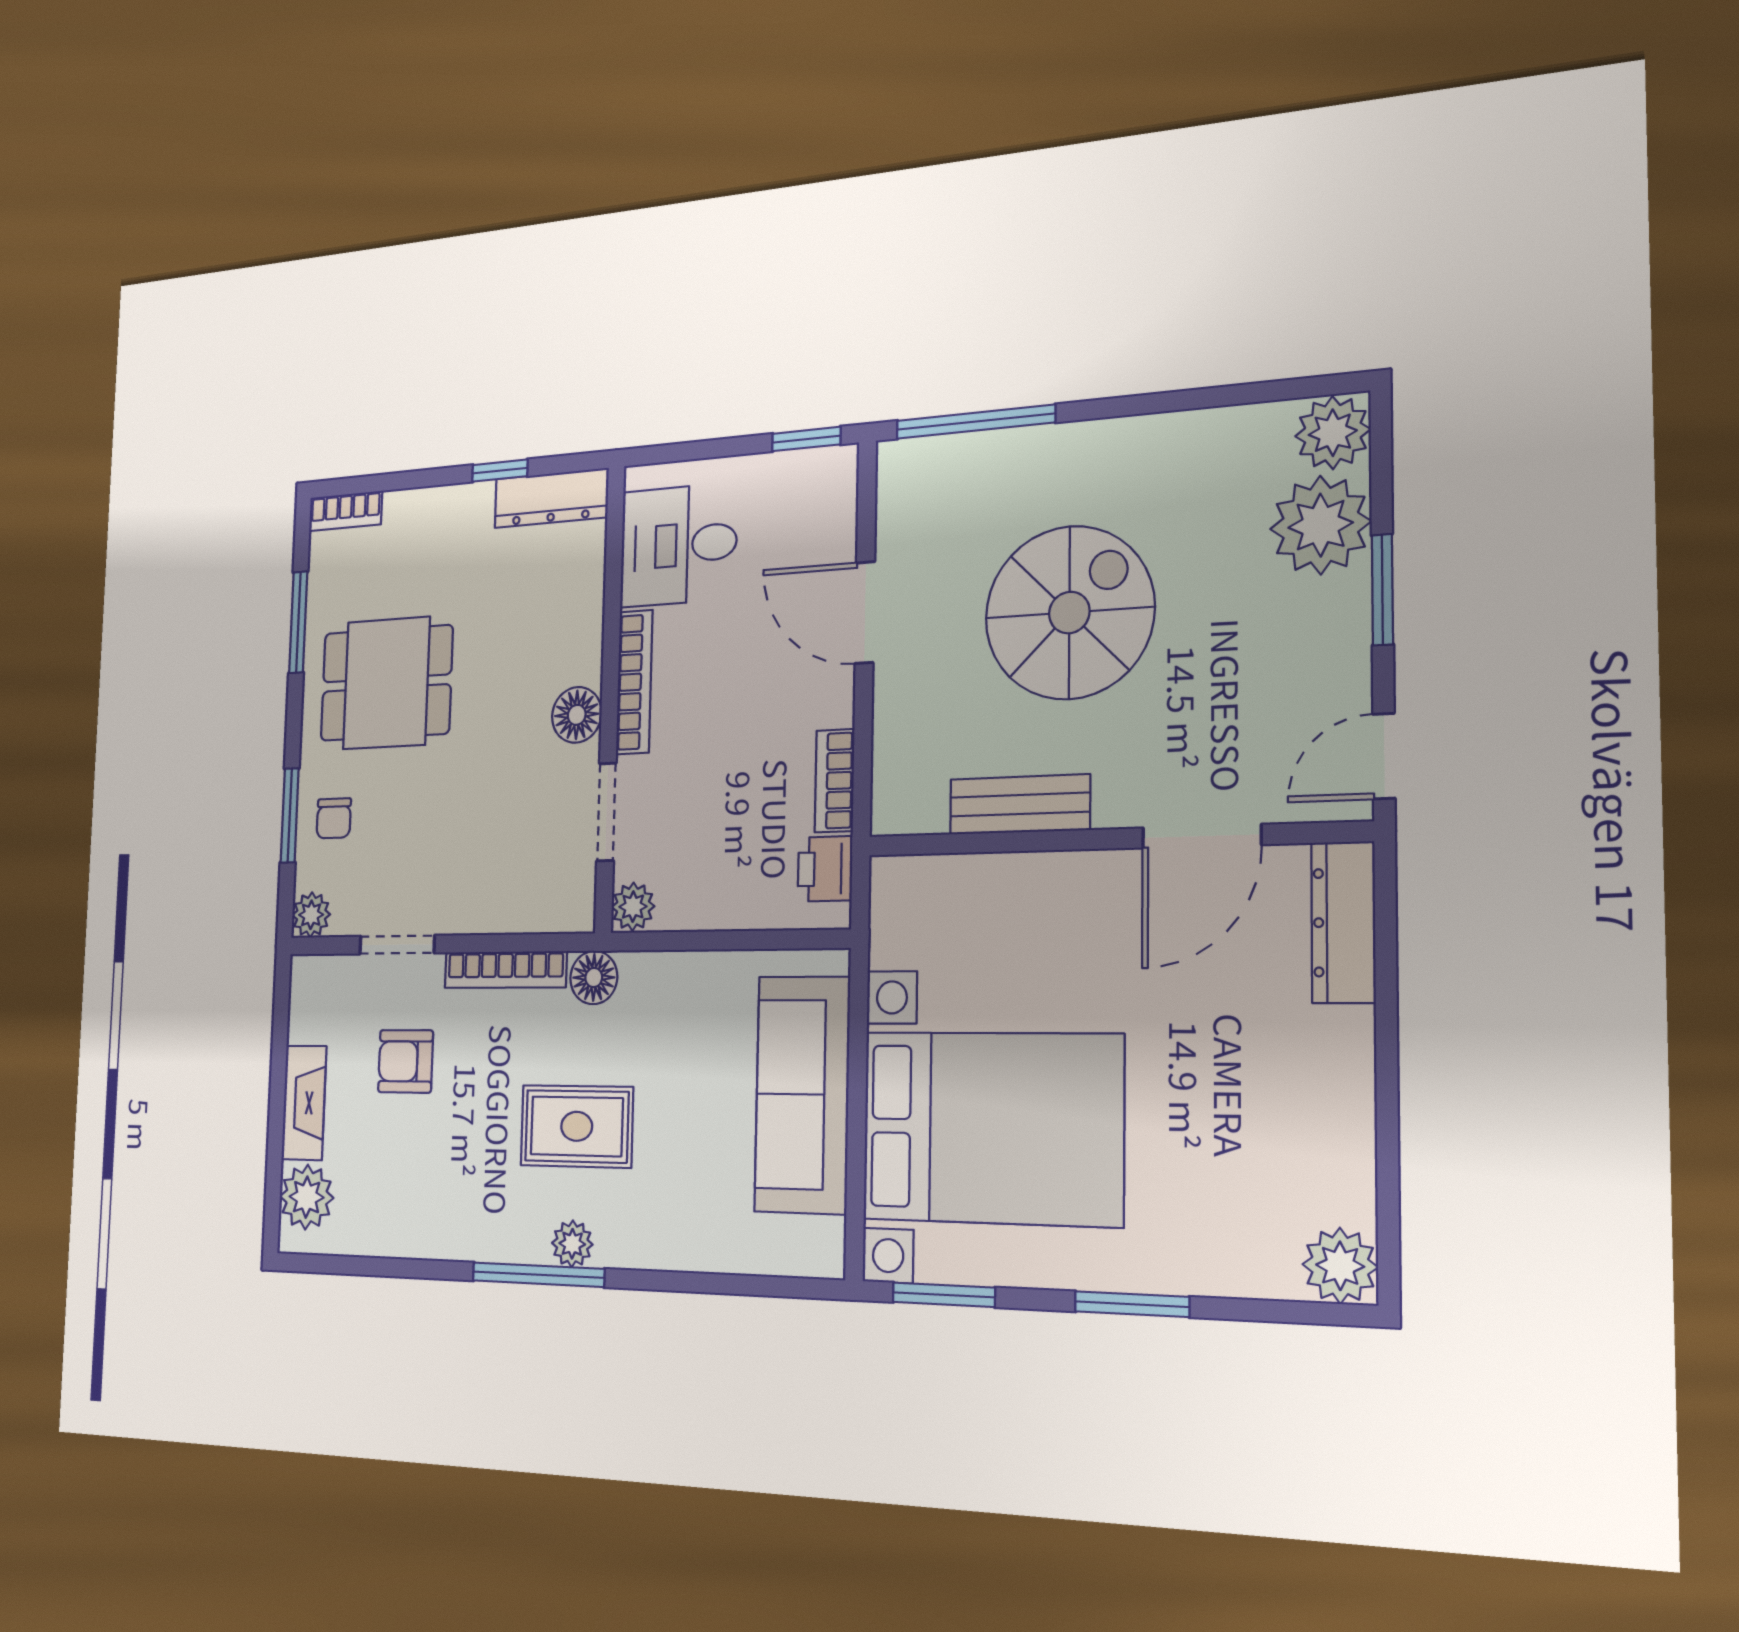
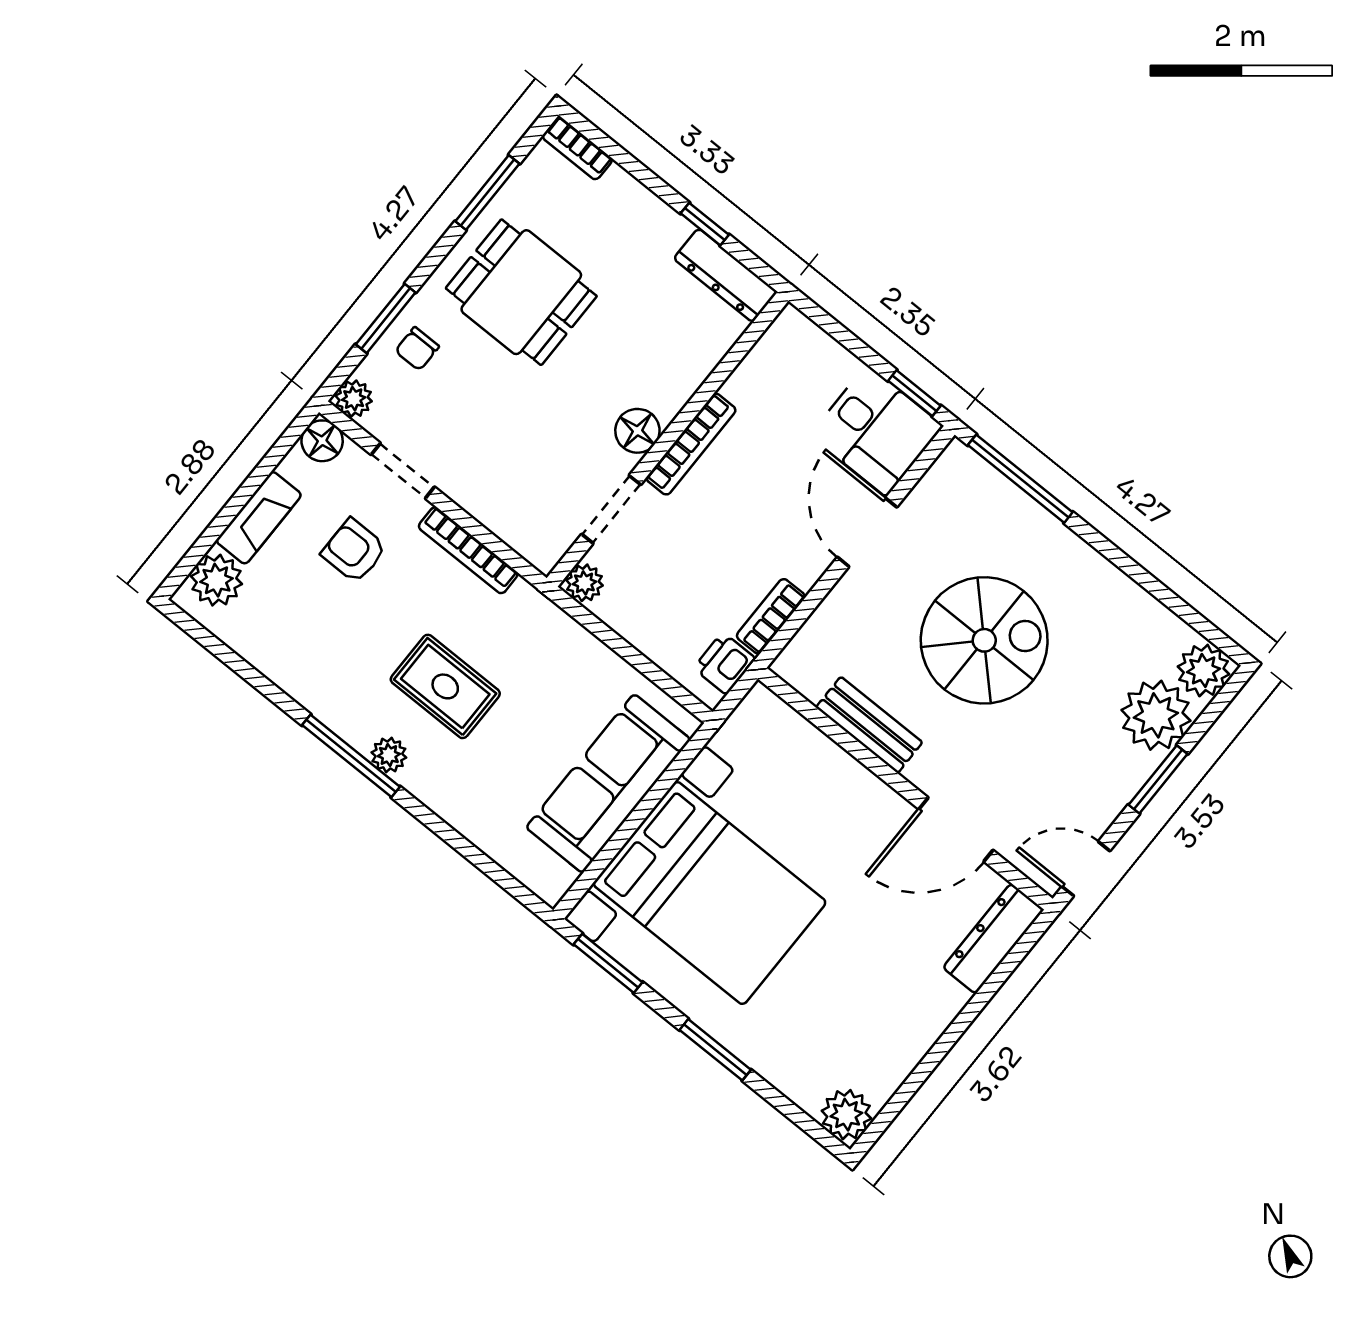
desk: (678, 545) -> (876, 431), moved, turned 180
floor lamp: (594, 978) -> (322, 441), moved

